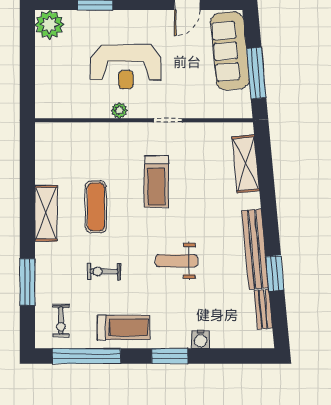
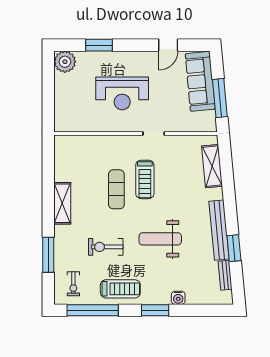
plant: (119, 110) -> (117, 126), removed
exercise mat: (96, 207) -> (116, 189), moved
weight bench: (177, 261) -> (160, 239), width x1.36, depth x1.33
exercise bike: (104, 272) -> (106, 247), width x1.38, depth x1.39

